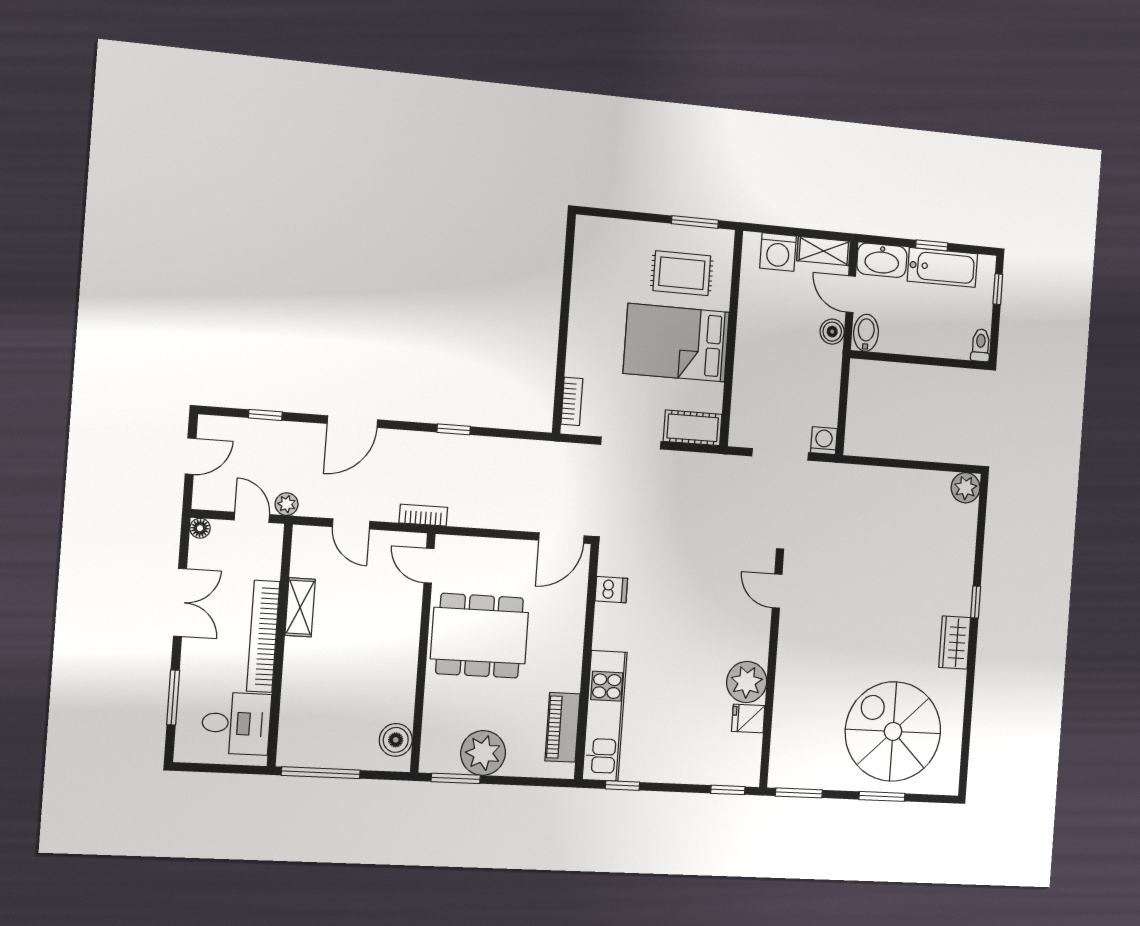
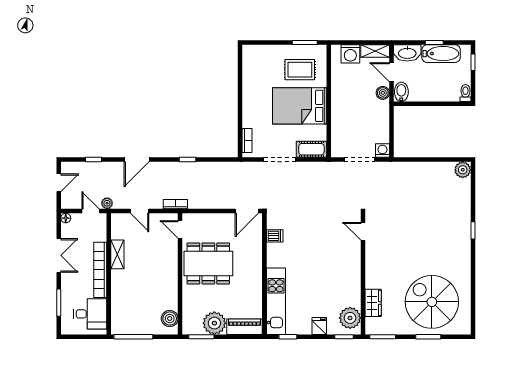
wardrobe: (955, 643) -> (373, 303), moved, turned 180
plant: (747, 682) -> (350, 318), moved
fridge: (748, 719) -> (319, 326), moved, turned 90
piano: (562, 727) -> (245, 327), moved, turned 90

